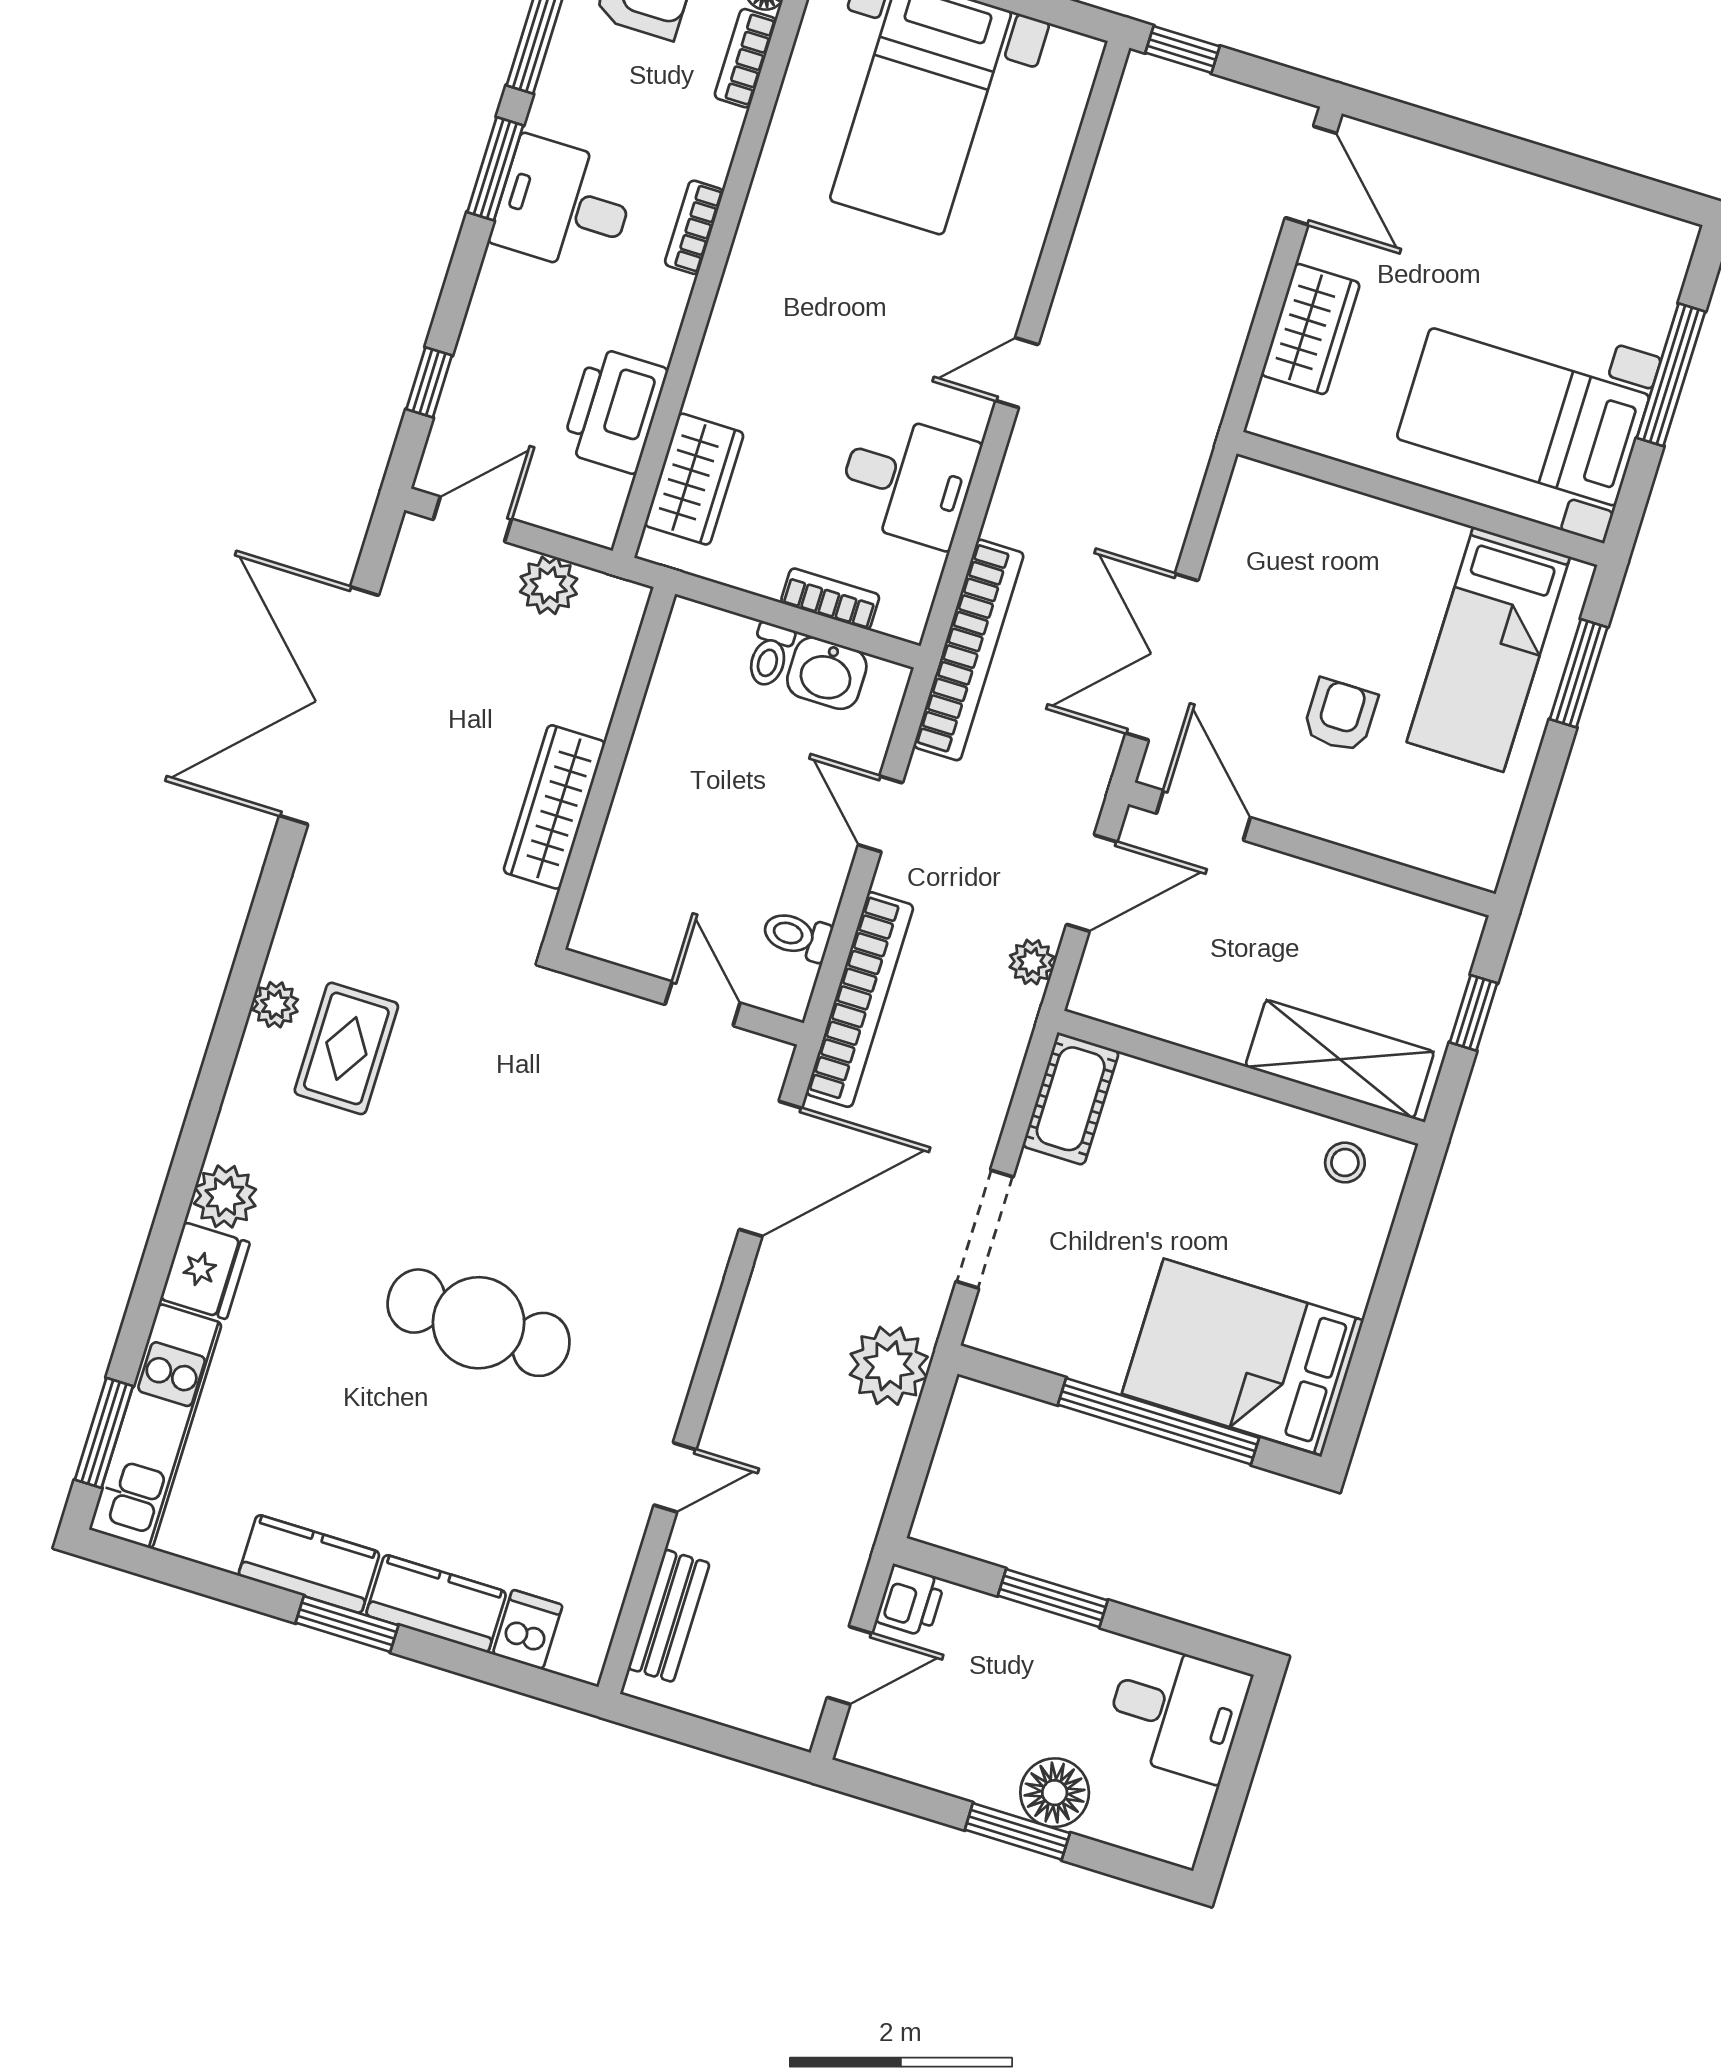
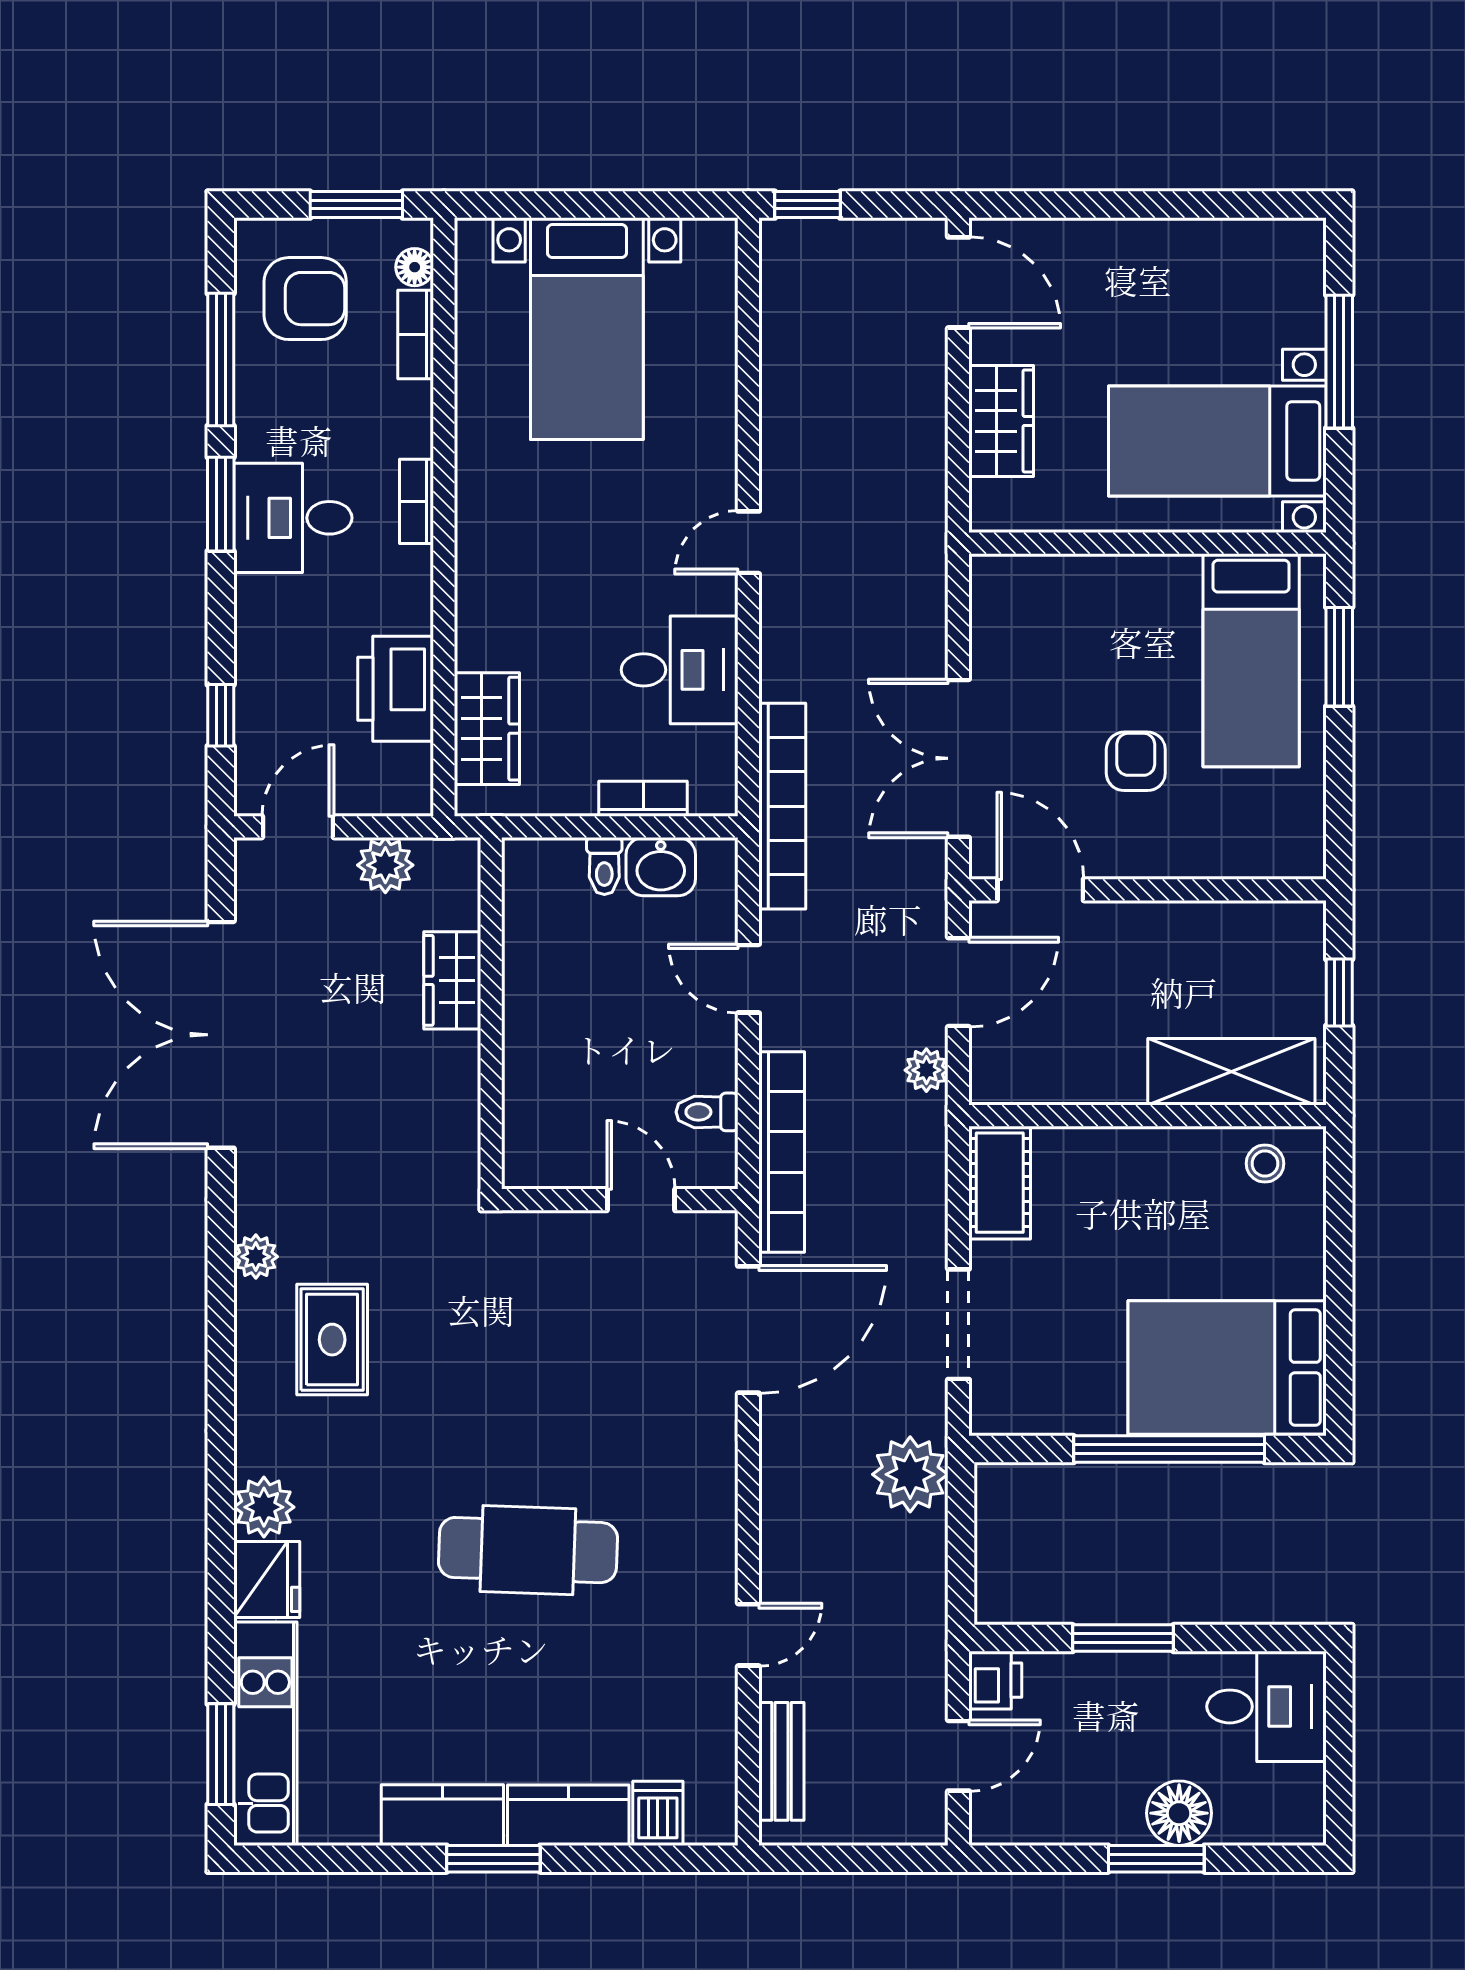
wardrobe: (554, 807) -> (452, 980), moved, width x0.67
plant: (275, 1005) -> (256, 1257), moved

